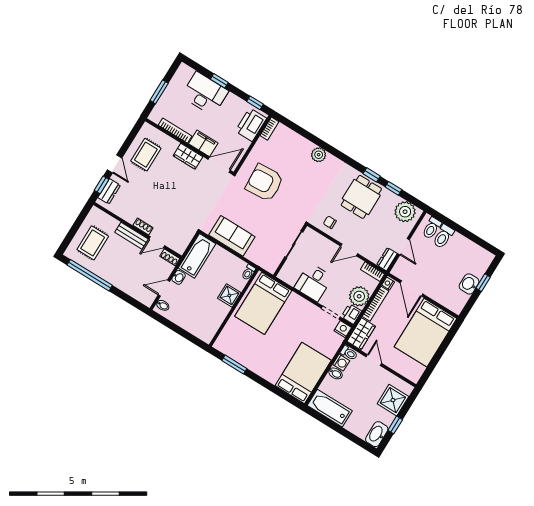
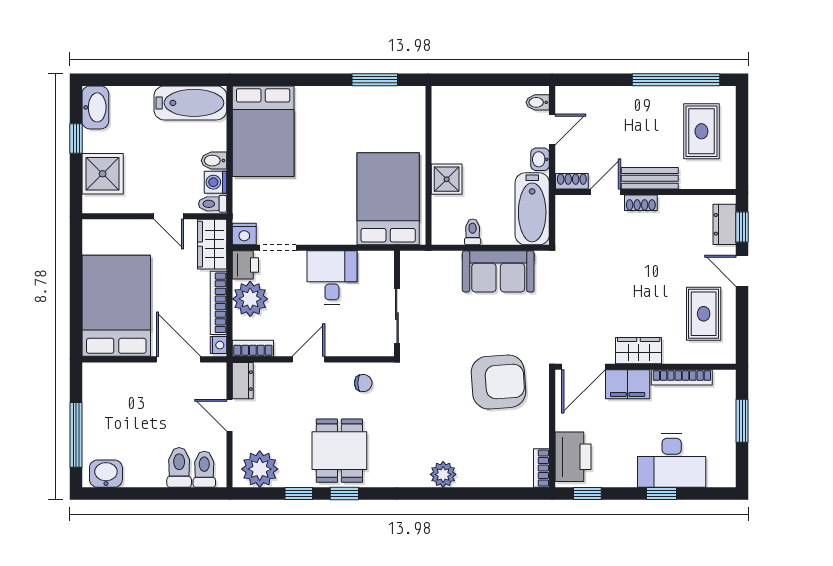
toilet: (248, 272) -> (473, 232), moved
window: (483, 283) -> (76, 435), width x2.17
washbasin: (469, 284) -> (106, 474), moved, turned -90

